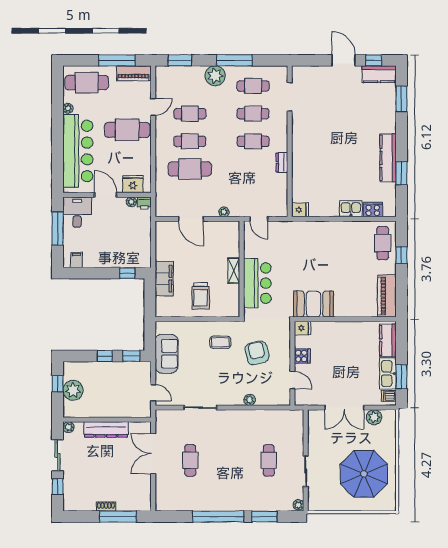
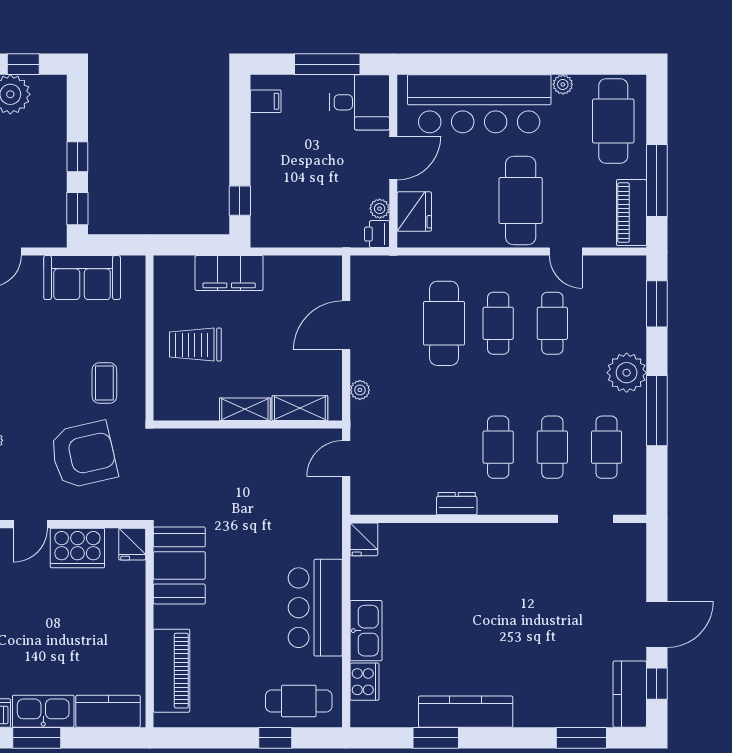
kitchen sink: (351, 209) -> (366, 631), width x1.38
shelving: (233, 242) -> (300, 408), added
bar counter: (257, 283) -> (315, 608), moved, turned 90
piano: (387, 296) -> (172, 671), moved, turned 90
armchair: (257, 353) -> (84, 455), width x1.36, depth x1.36
cooker: (302, 356) -> (77, 548), width x1.87, depth x1.31

